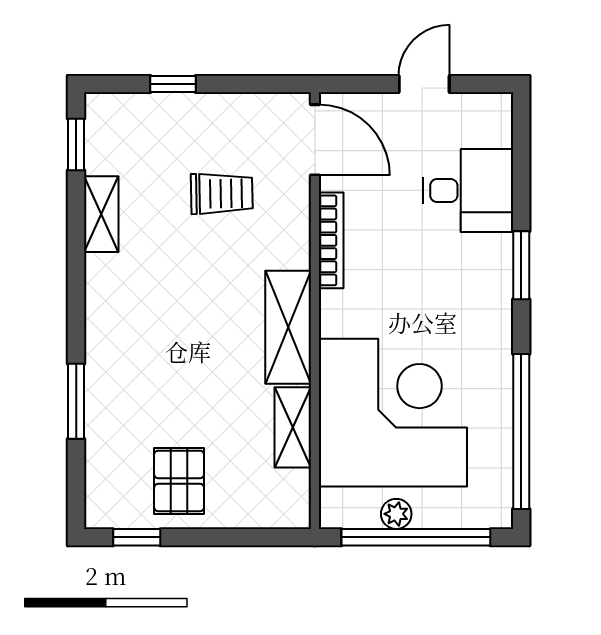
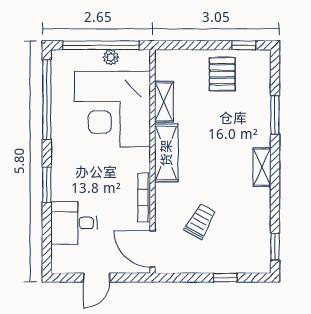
trolley: (222, 194) -> (200, 221), turned 120
shelving: (101, 214) -> (262, 167), moved

